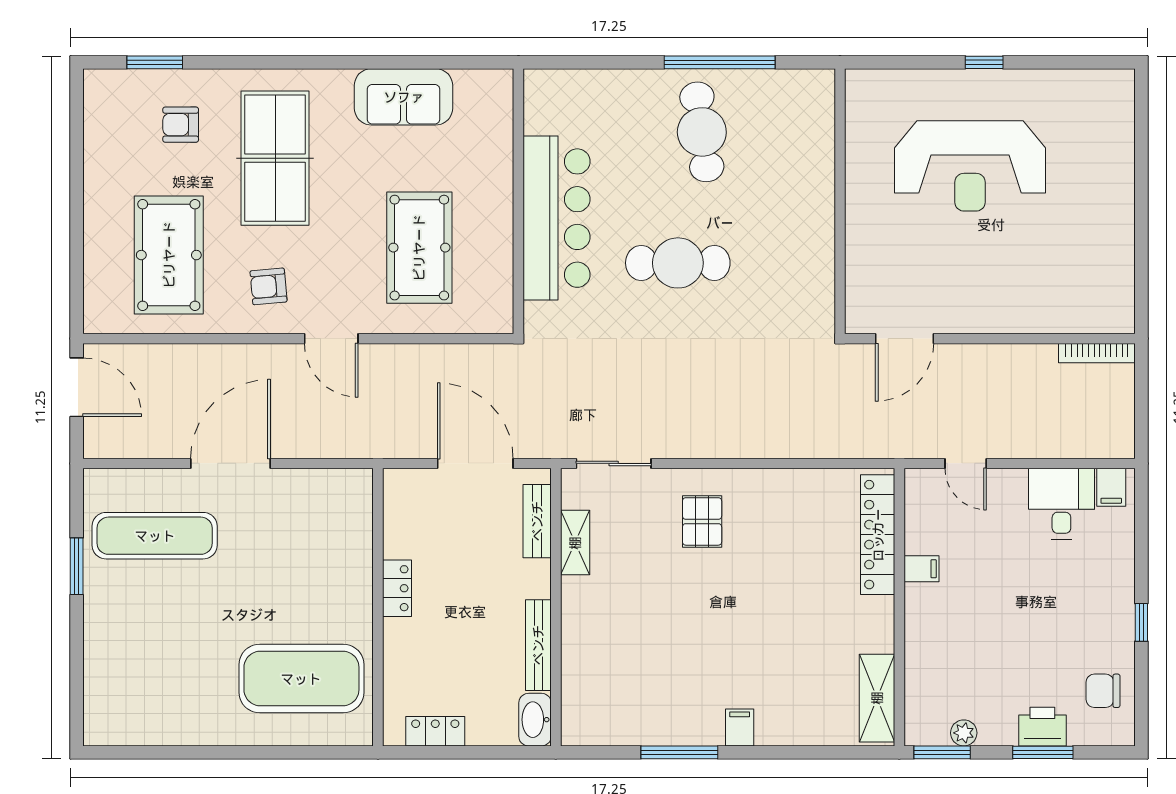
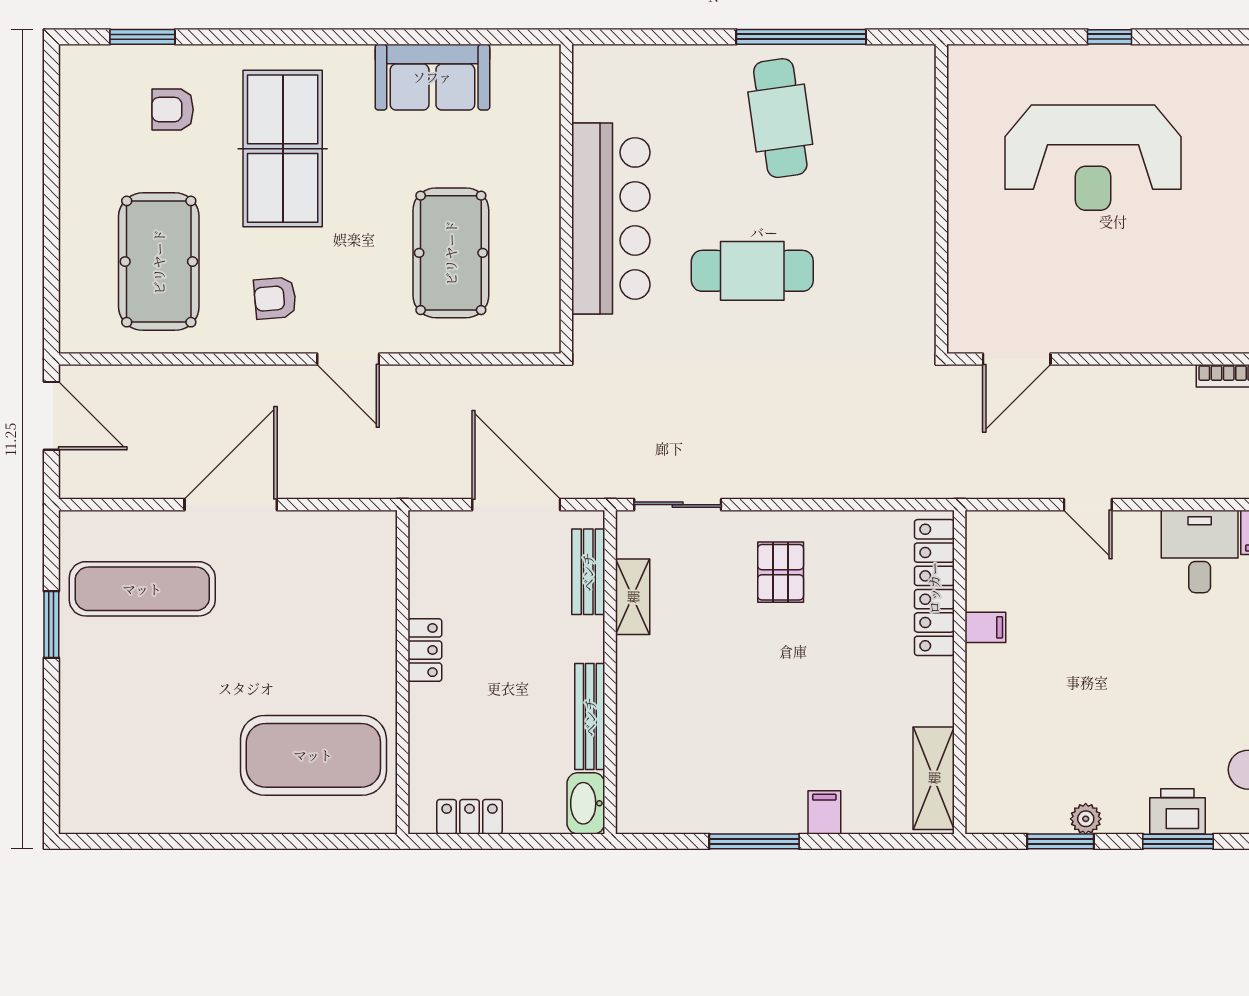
locker: (878, 535) -> (934, 588), moved
filing cabinet: (921, 569) -> (985, 627), moved
wall: (899, 607) -> (960, 672), moved
shelving: (877, 698) -> (934, 778), moved

